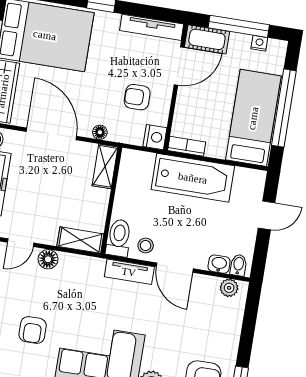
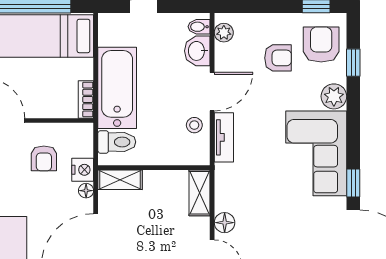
nightstand: (155, 137) -> (83, 170), moved, turned 90
toilet: (119, 238) -> (117, 142), moved, turned 180
washbasin: (219, 264) -> (197, 51), width x1.38, depth x1.45
armchair: (33, 330) -> (278, 58), moved

